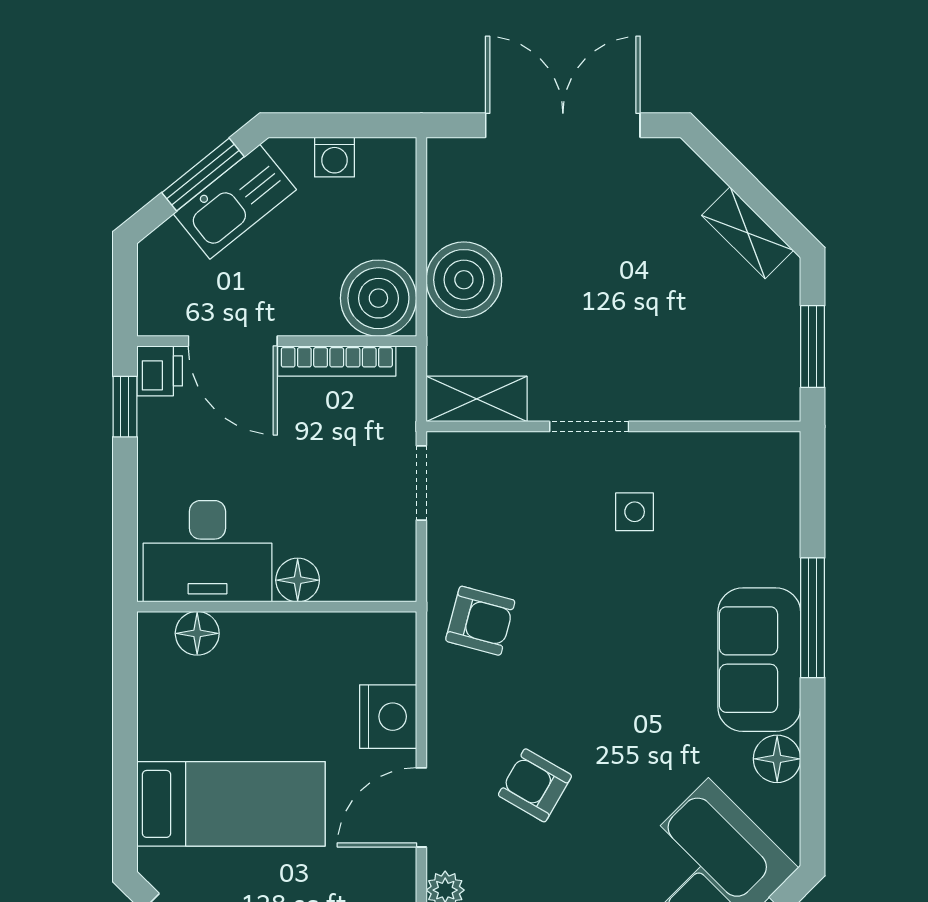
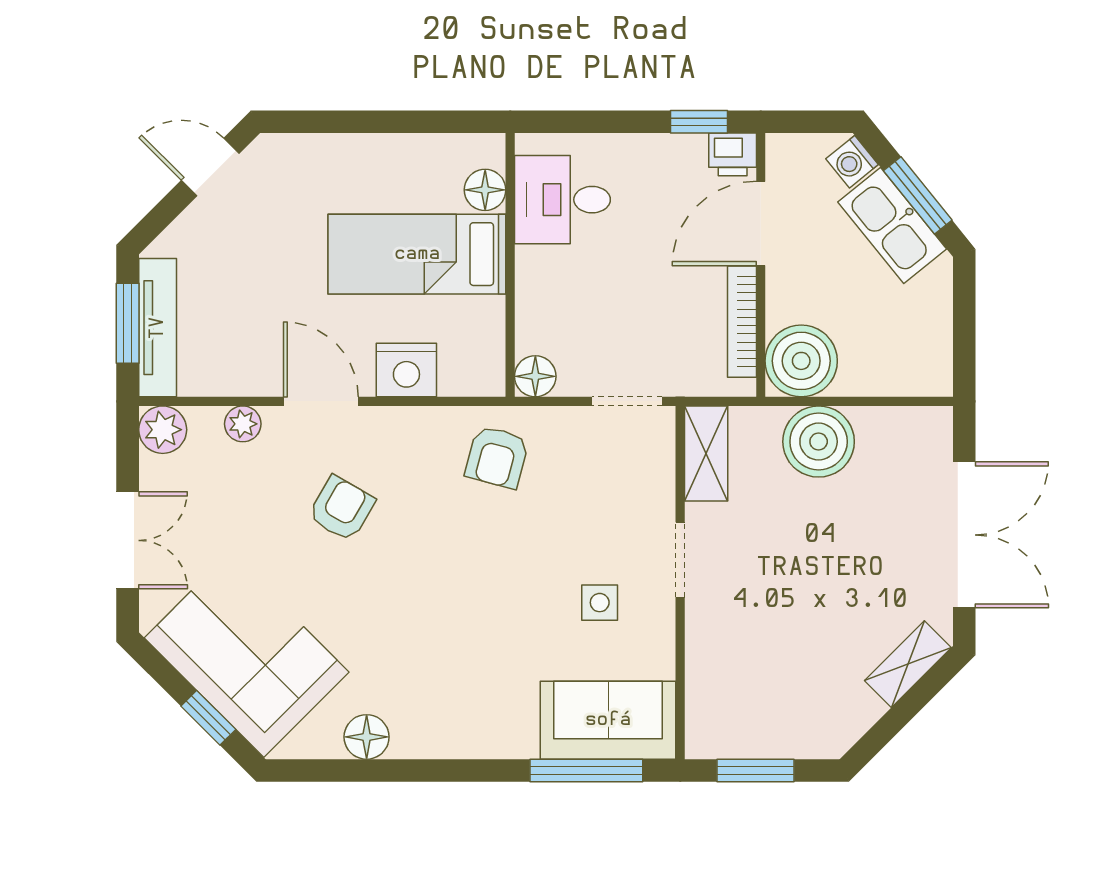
washing machine: (334, 157) -> (852, 162), moved, turned -39
shelving: (748, 233) -> (908, 664), moved
desk: (207, 551) -> (562, 200), width x0.73
floor lamp: (298, 580) -> (535, 376), moved
window: (813, 618) -> (586, 770), moved
sofa: (759, 660) -> (608, 720), moved
bed: (231, 804) -> (417, 254), moved, turned 90

